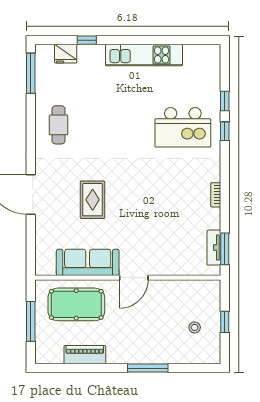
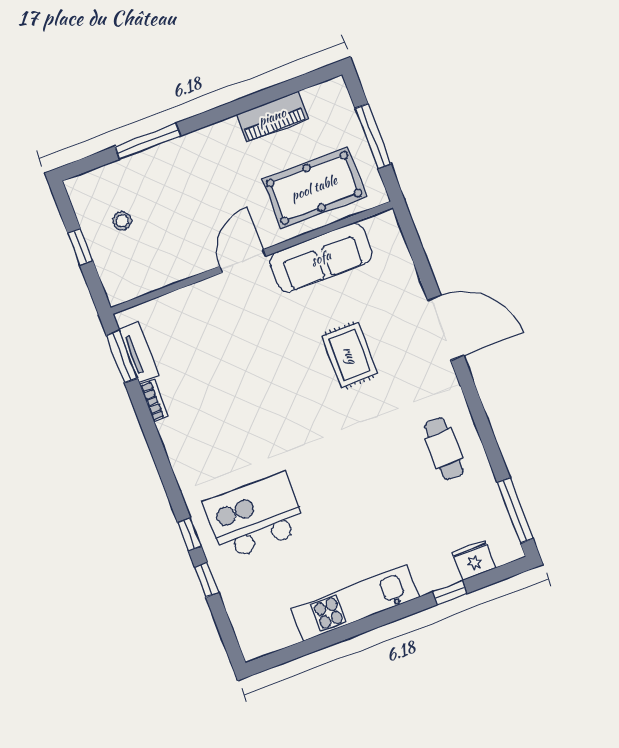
bookcase: (216, 195) -> (154, 401), moved
window: (148, 368) -> (148, 141), moved

